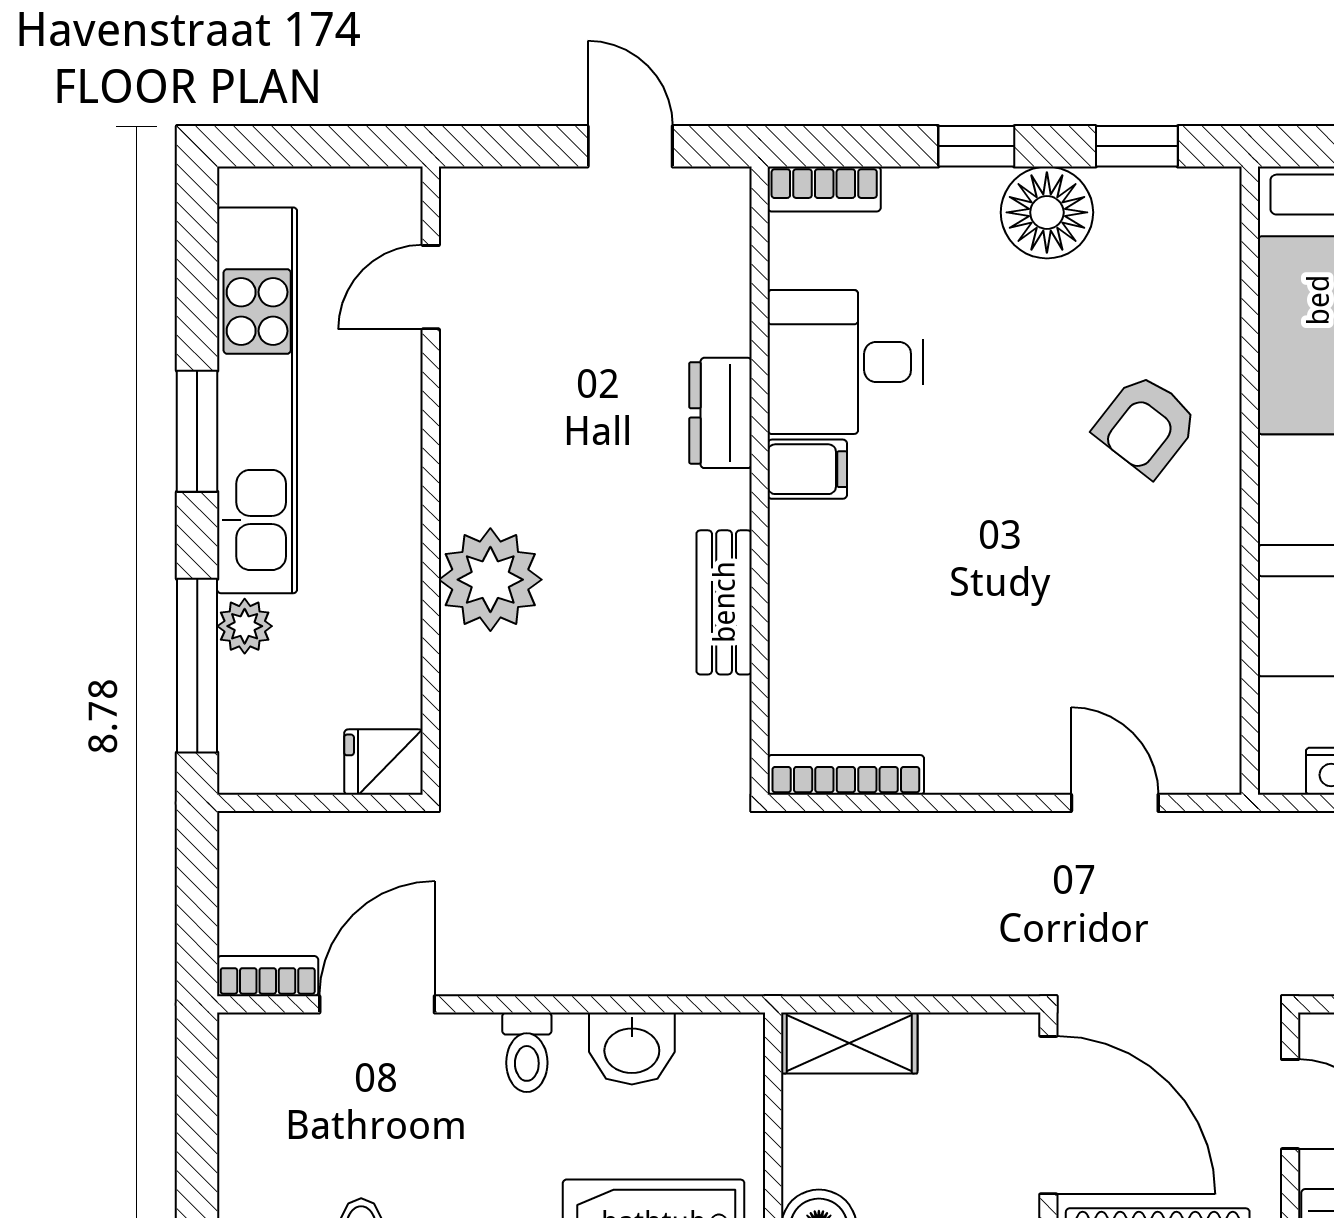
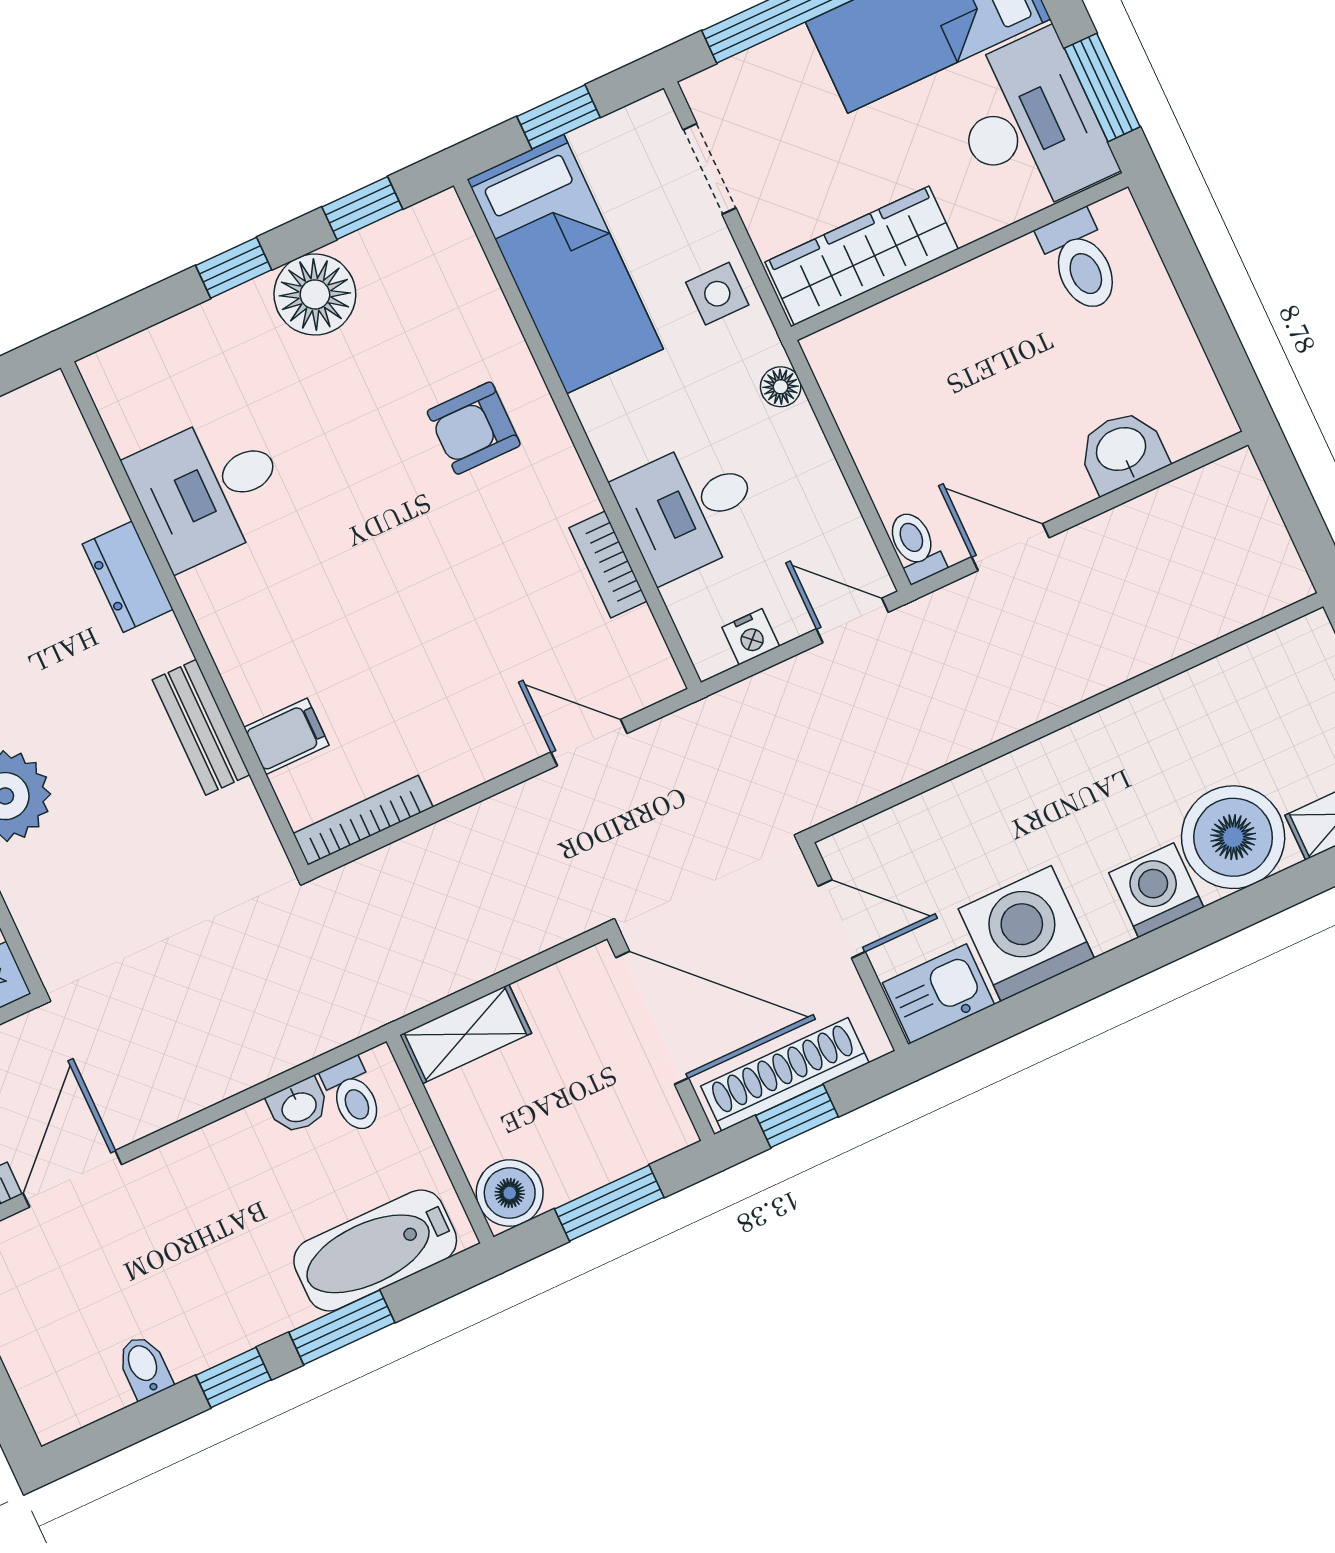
bookcase: (824, 189) -> (608, 565), moved, turned 90
armchair: (1146, 425) -> (474, 428), turned 52
filing cabinet: (807, 469) -> (286, 736), moved
washbasin: (632, 1049) -> (299, 1106), width x0.72, depth x0.69
toilet: (527, 1052) -> (353, 1095), moved

